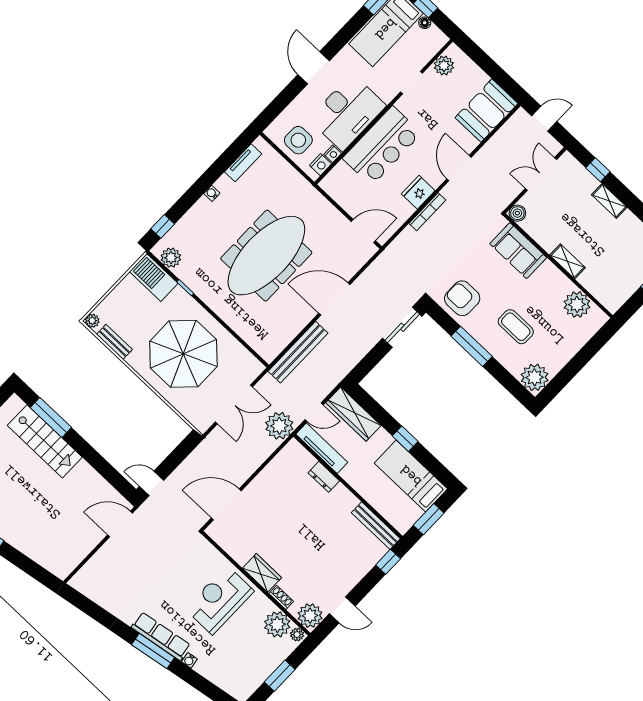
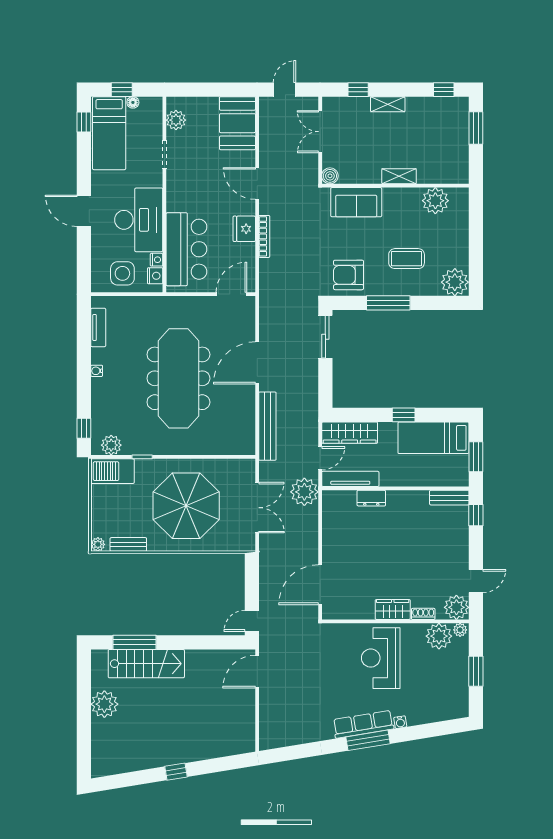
bar counter: (382, 146) -> (186, 249), moved
bench: (376, 526) -> (449, 498), width x0.73

